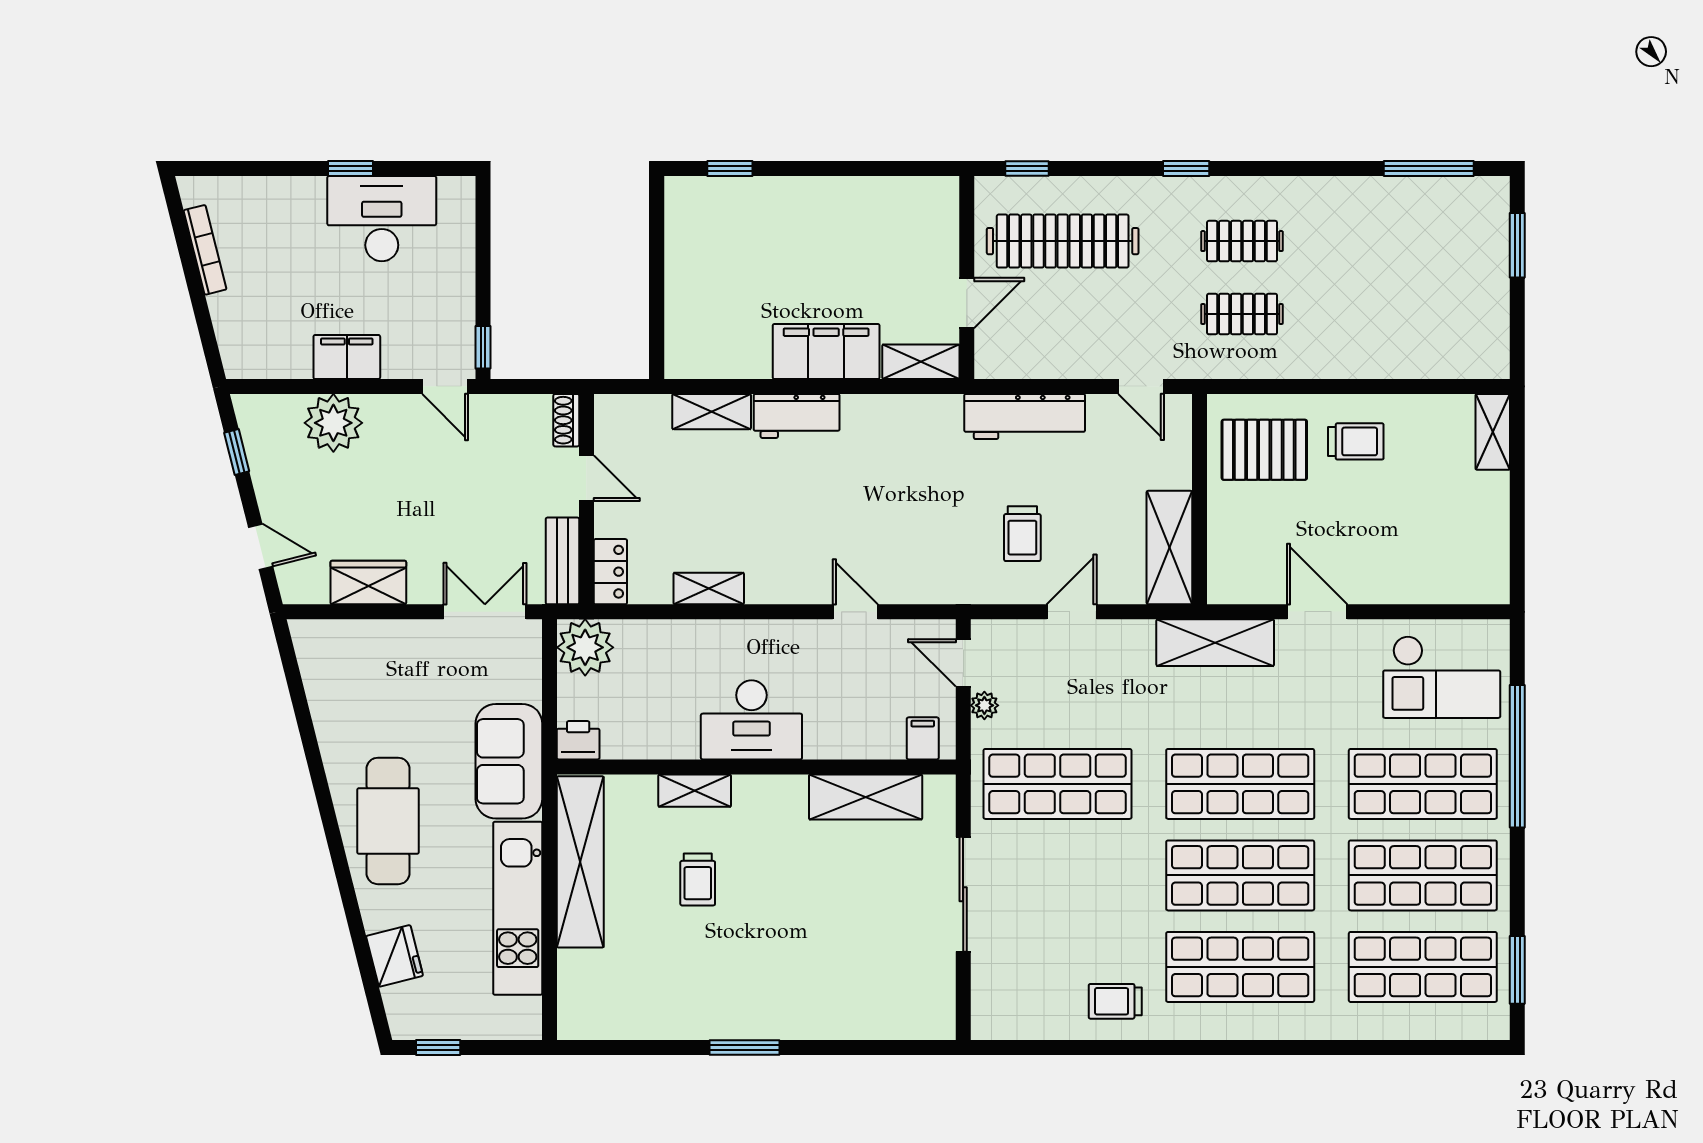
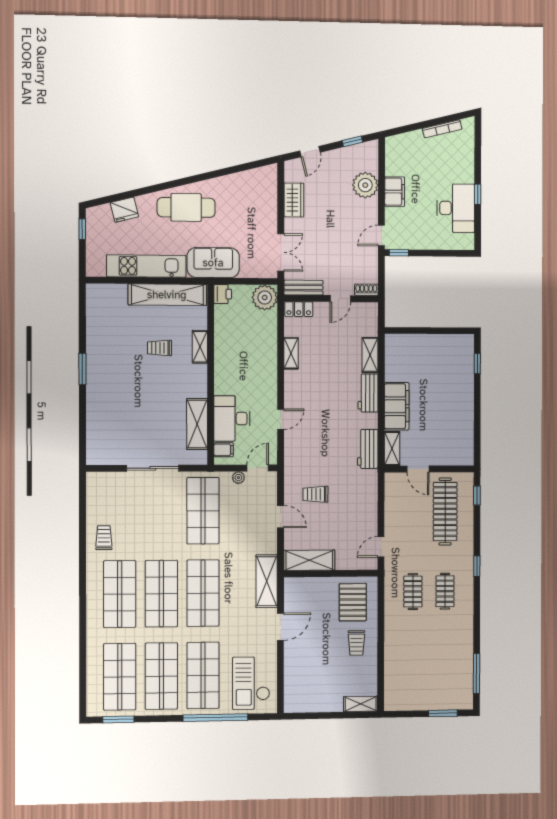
workbench: (1025, 417) -> (368, 449), moved, width x0.73
desk: (751, 720) -> (232, 419), moved

